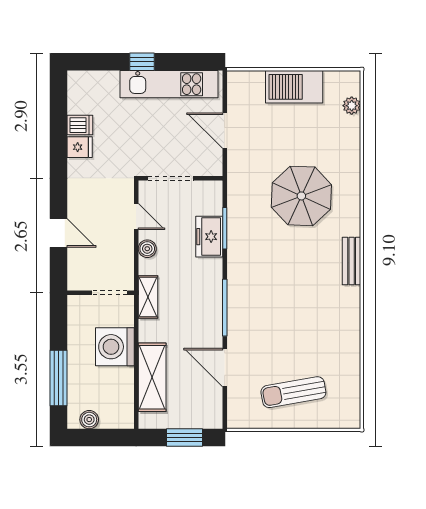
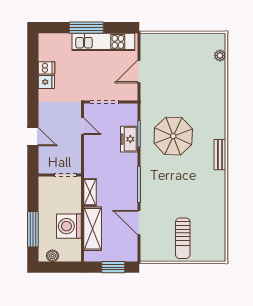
window: (142, 62) -> (86, 28), width x2.17
barbecue: (294, 87) -> (183, 44), removed
door: (225, 131) -> (139, 71), hinge flipped
parasol: (301, 196) -> (173, 136), moved
boiler: (147, 249) -> (90, 147), removed
shelving: (148, 297) -> (90, 192), moved
washing machine: (115, 347) -> (69, 226), moved
sun lounger: (293, 392) -> (183, 238), turned -80

